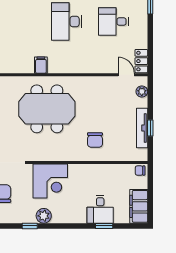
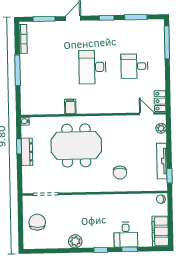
window: (150, 128) -> (169, 176), moved
corner desk: (50, 181) -> (81, 210), removed
window: (30, 226) -> (101, 250), moved

